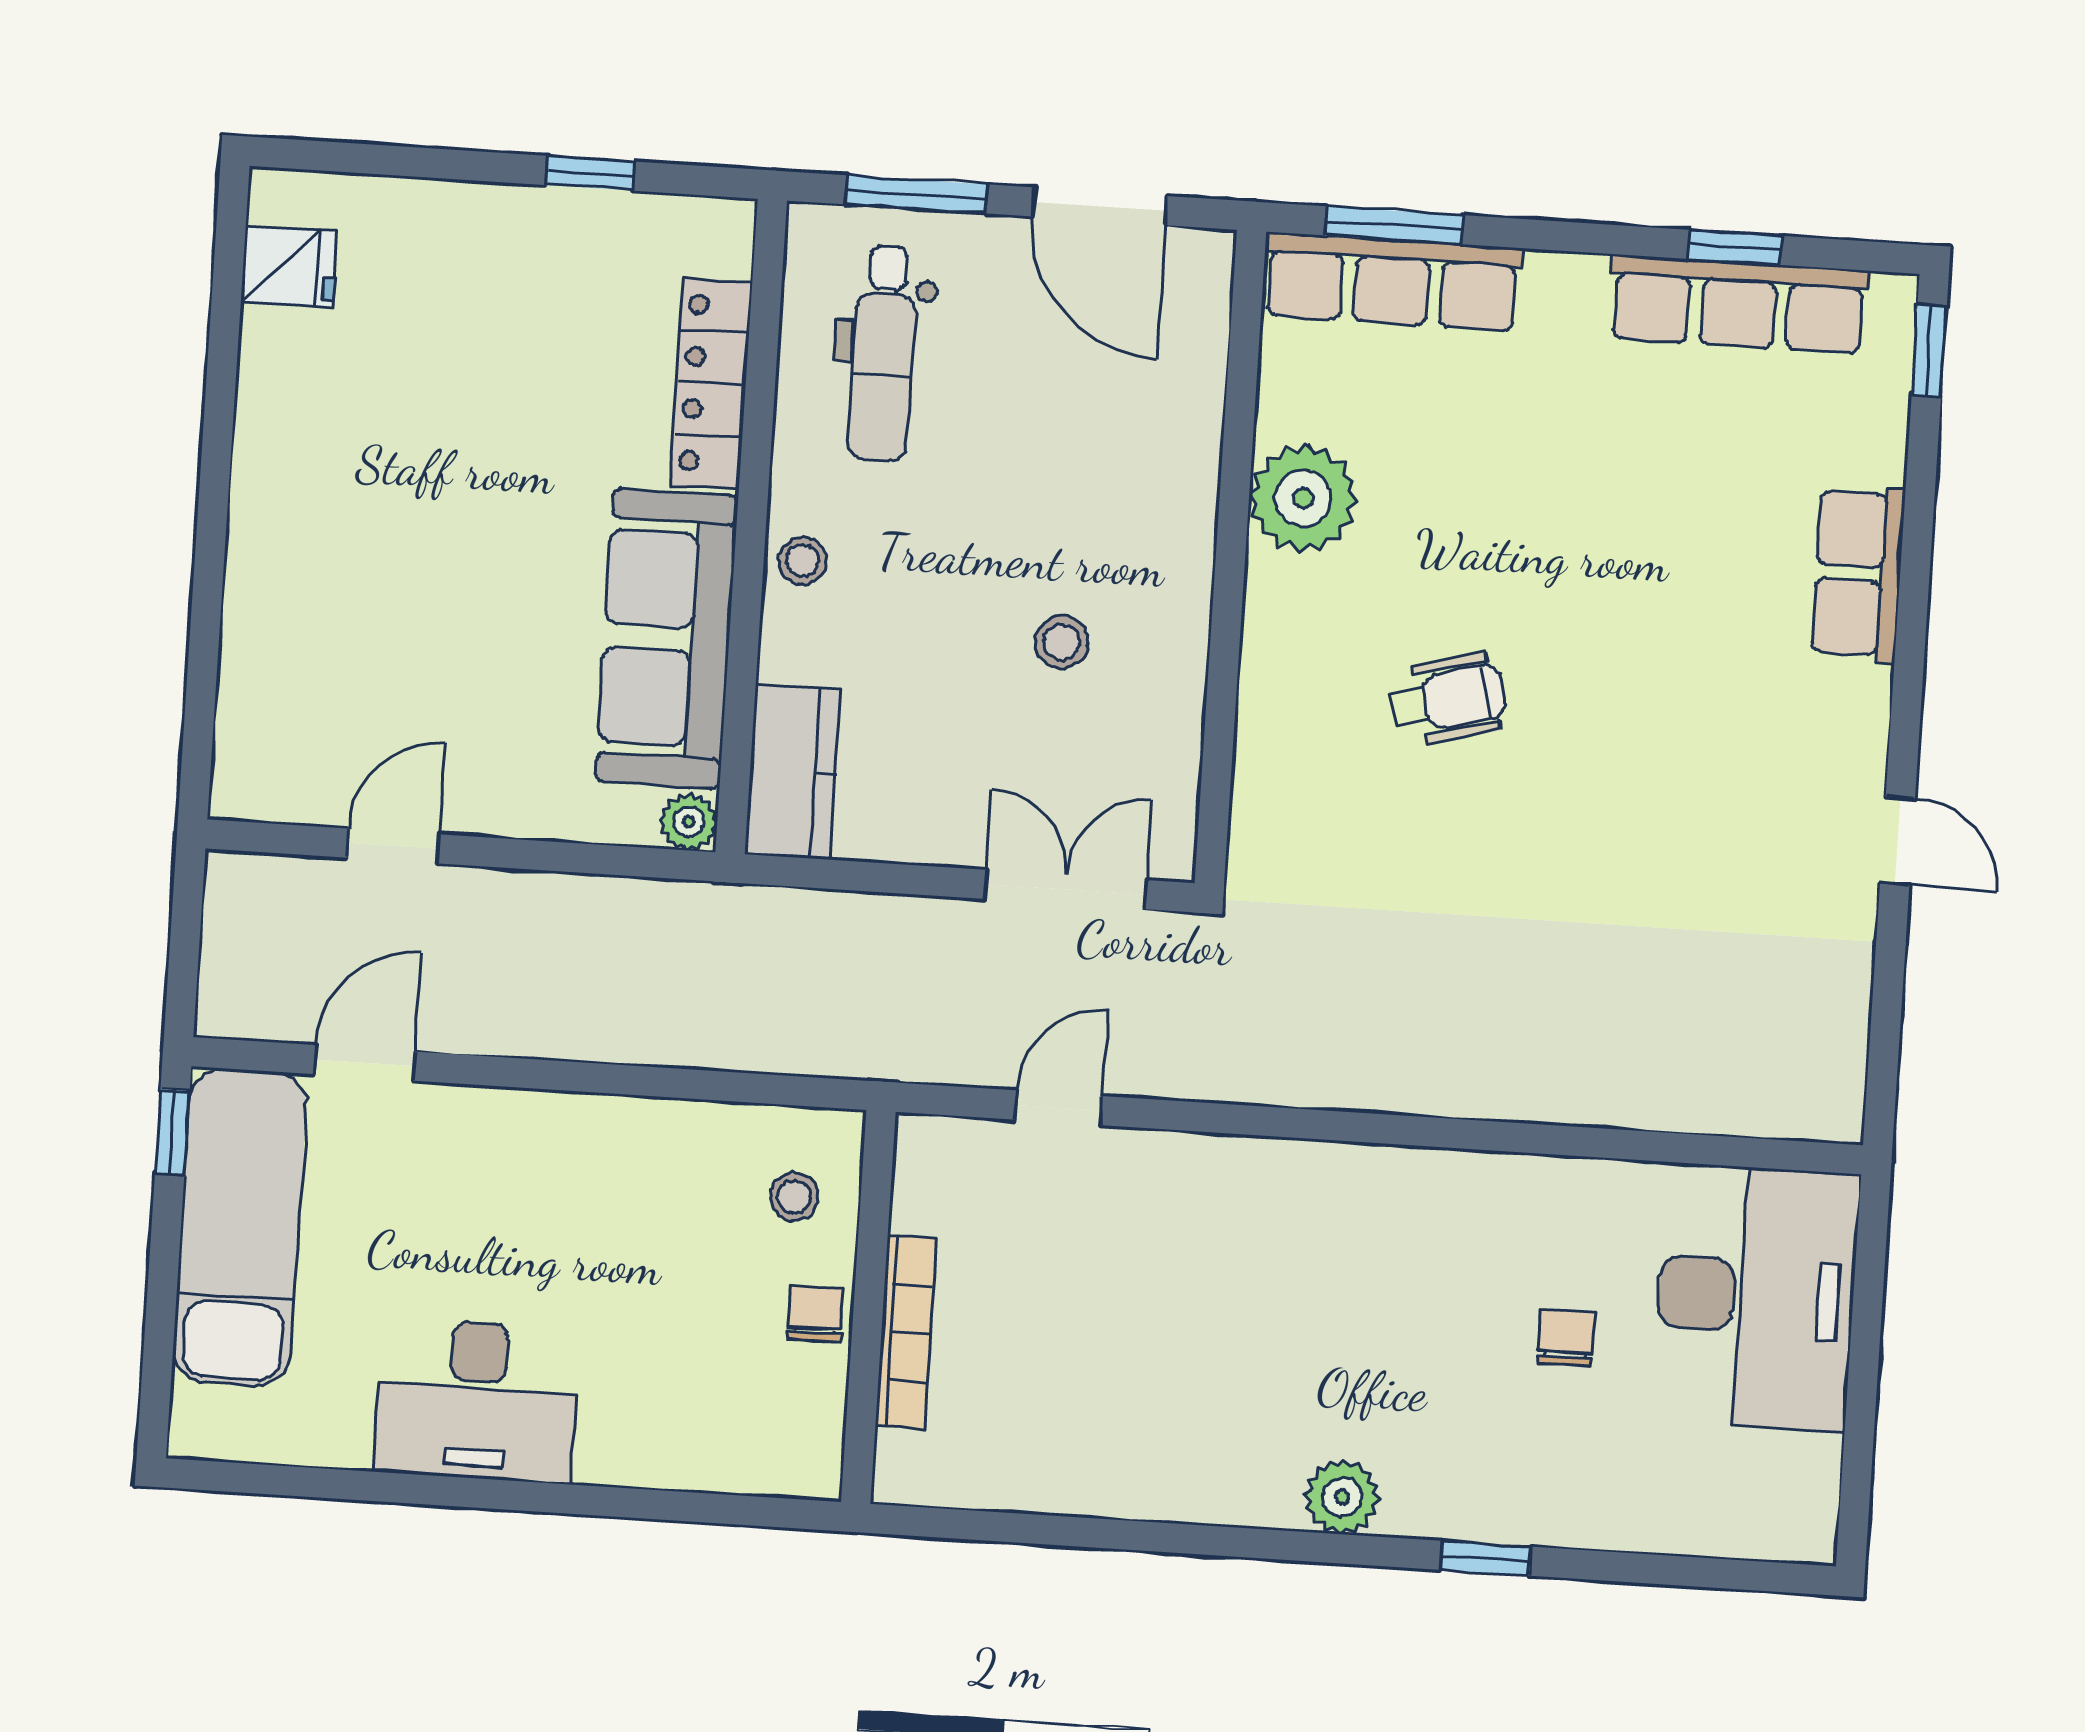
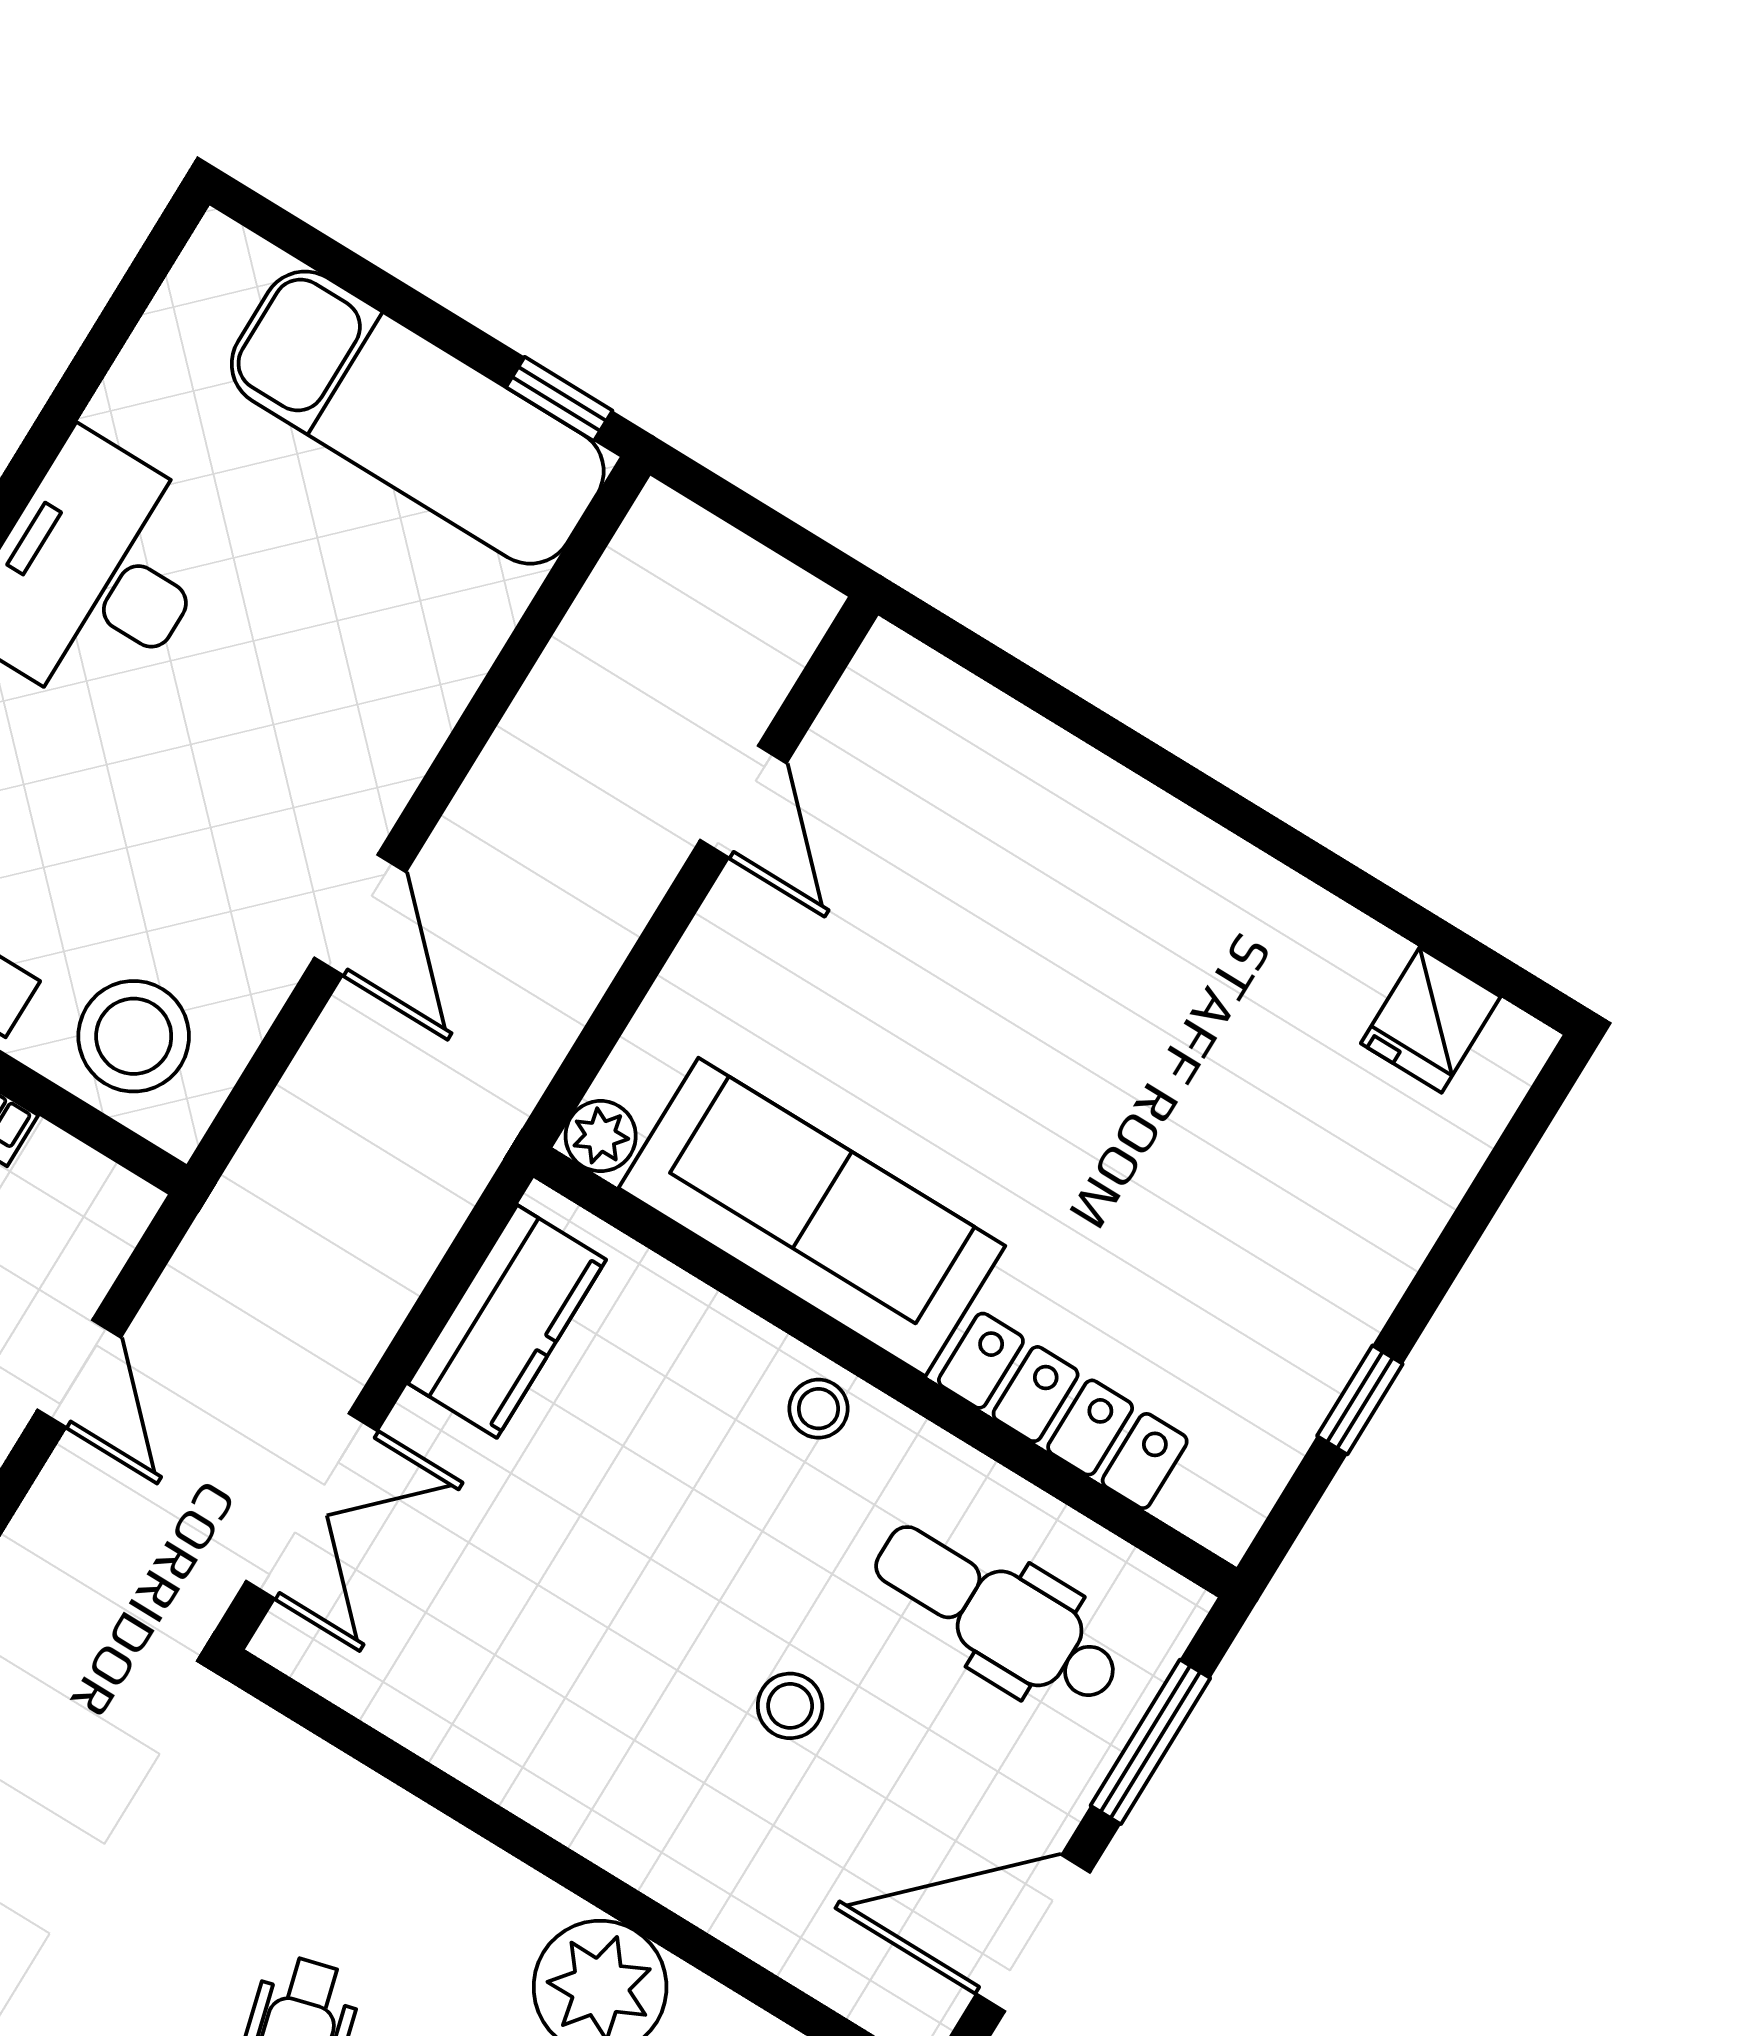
stool: (1062, 642) -> (790, 1706), moved
kitchen counter: (793, 772) -> (507, 1321), moved, turned -90
door: (365, 1063) -> (360, 915), moved
stool: (794, 1197) -> (134, 1036), width x1.89, depth x1.89

